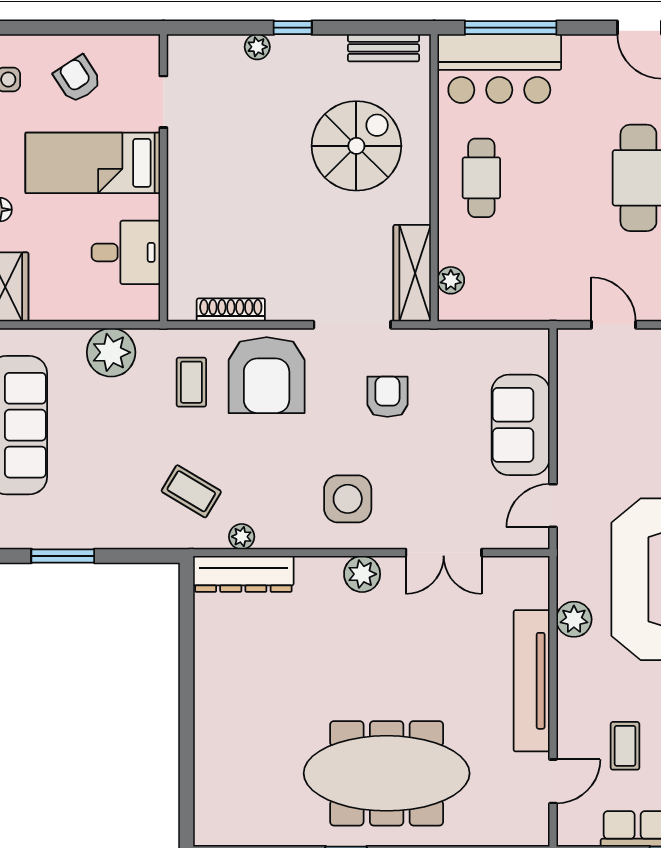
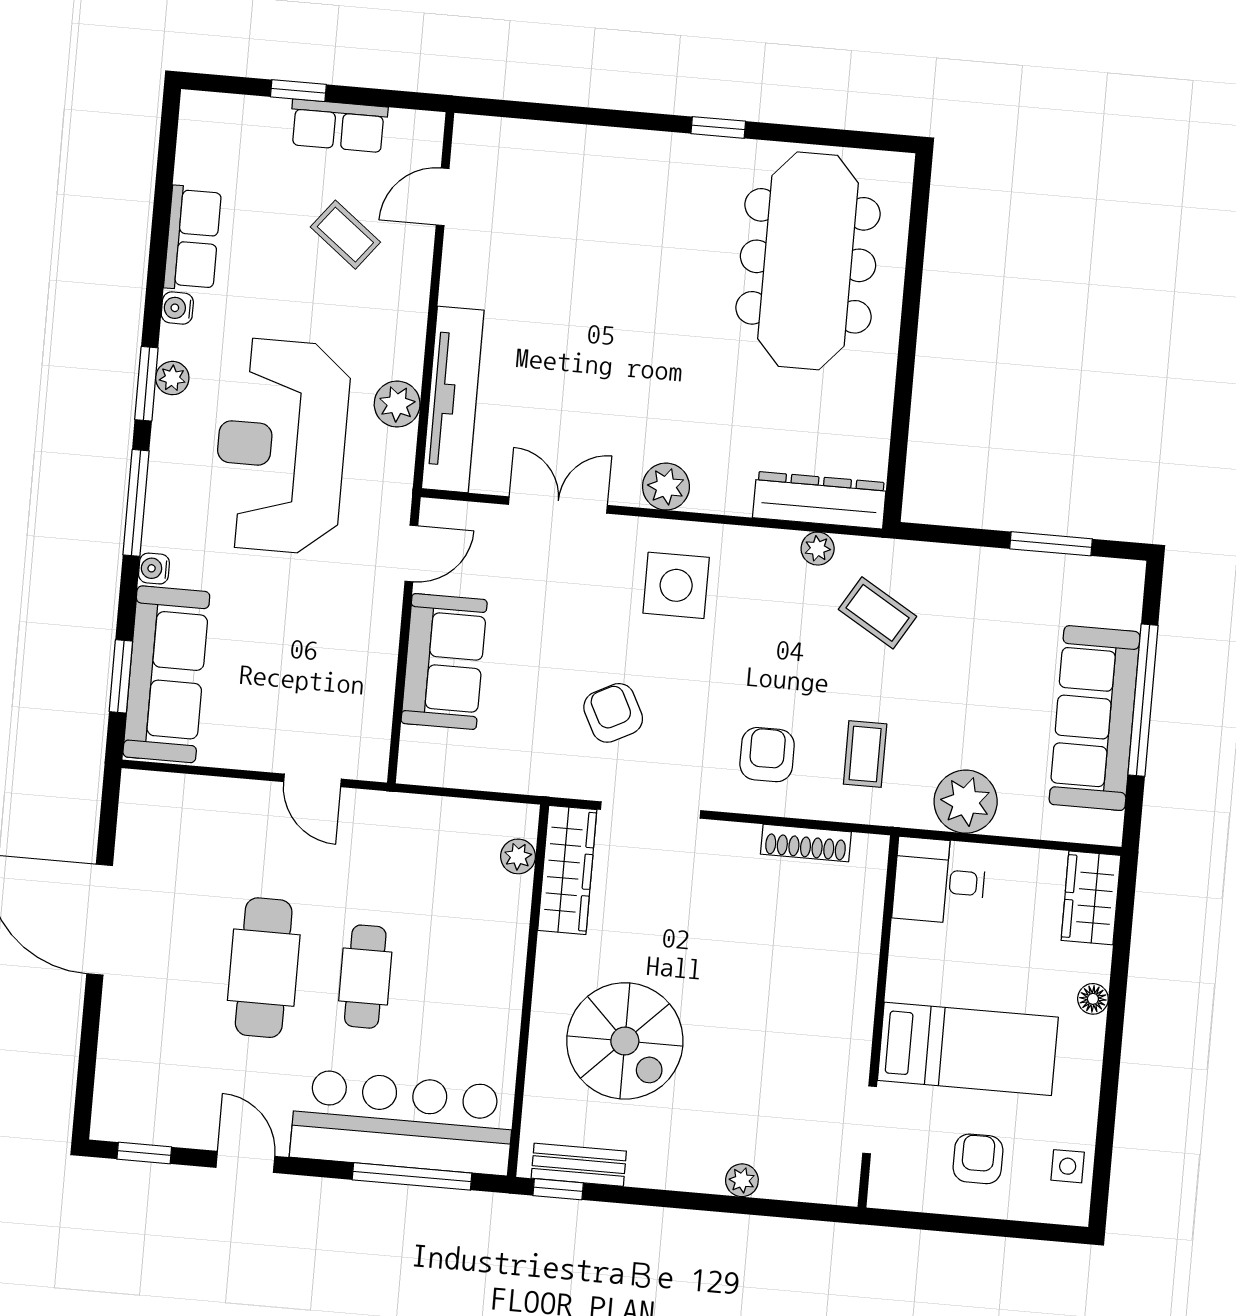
window: (293, 28) -> (558, 1189), moved
bar counter: (499, 69) -> (402, 1122), width x1.36
armchair: (78, 79) -> (978, 1159), turned -147
spiral stairs: (356, 146) -> (625, 1041), turned -90
cafe table: (481, 178) -> (365, 977), moved
desk: (126, 252) -> (939, 881), moved
armchair: (267, 375) -> (767, 755), width x0.53, depth x0.53
armchair: (387, 397) -> (613, 713), turned 153
tv unit: (532, 681) -> (453, 399), moved
coffee table: (625, 746) -> (345, 235), turned -52
meeting table: (387, 773) -> (808, 261), moved, turned 90

